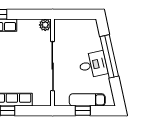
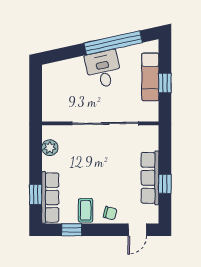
plant: (45, 25) -> (50, 148), moved
window: (109, 56) -> (113, 43), moved

